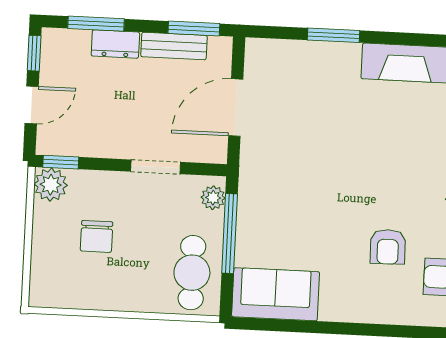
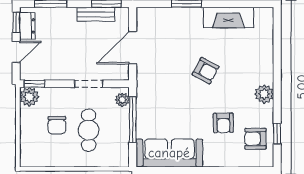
dresser: (115, 44) -> (27, 26), moved, turned -90
armchair: (361, 154) -> (206, 71), added
cafe table: (192, 273) -> (89, 130), moved
sofa: (276, 294) -> (169, 153), width x1.36

